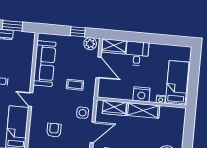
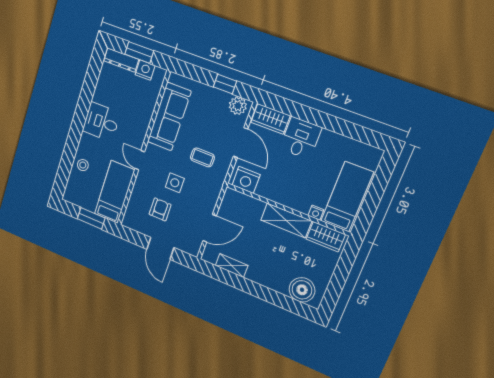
nightstand: (20, 37) -> (145, 70), added
nightstand: (141, 94) -> (246, 180), moved
wardrobe: (114, 108) -> (326, 237), moved
side table: (83, 113) -> (175, 183), moved

